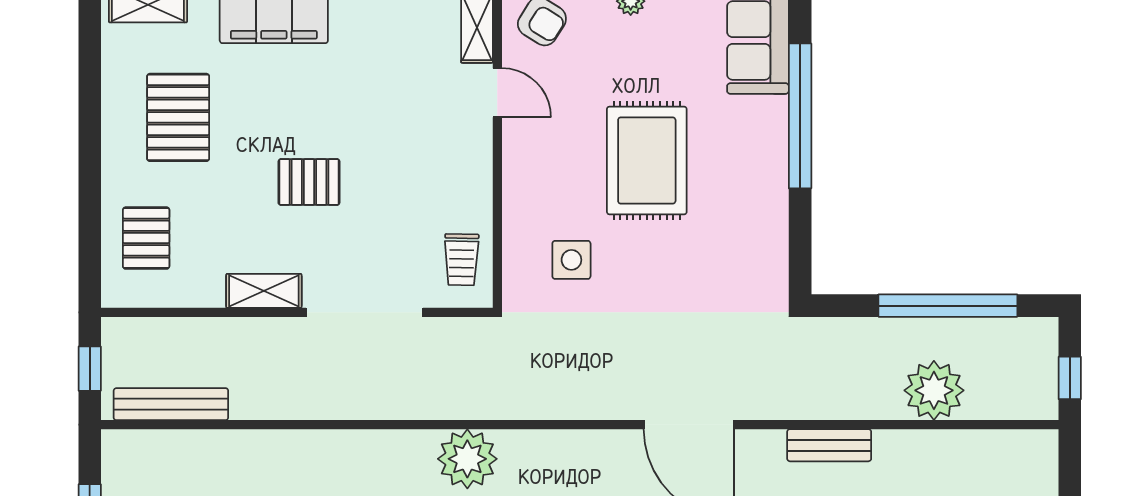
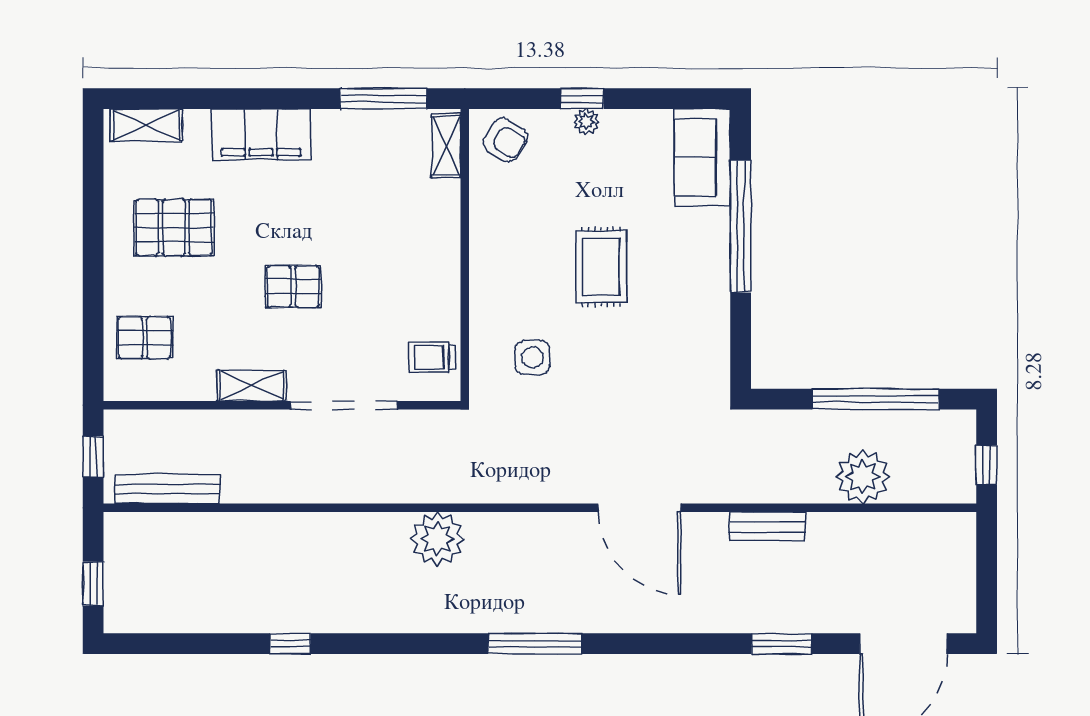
door: (497, 93) -> (465, 205), removed
pallet: (178, 117) -> (174, 228), turned 90
rug: (647, 160) -> (601, 267), width x0.73, depth x0.70
pallet: (146, 238) -> (145, 338), turned 90
trolley: (462, 260) -> (432, 357), turned 89

